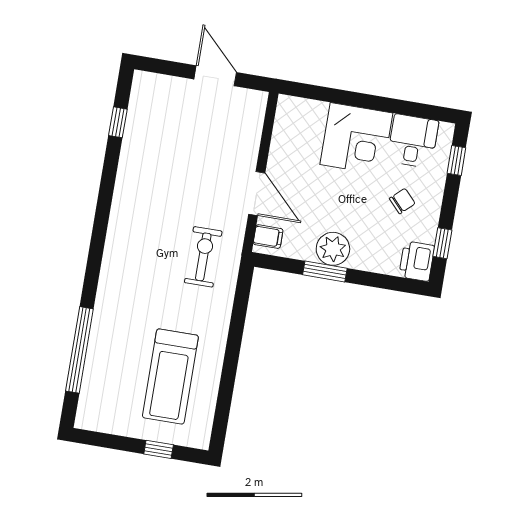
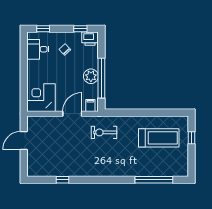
window: (118, 122) -> (63, 180), moved
corner desk: (356, 139) -> (41, 98), moved, turned -90
window: (325, 272) -> (101, 78), width x2.11

